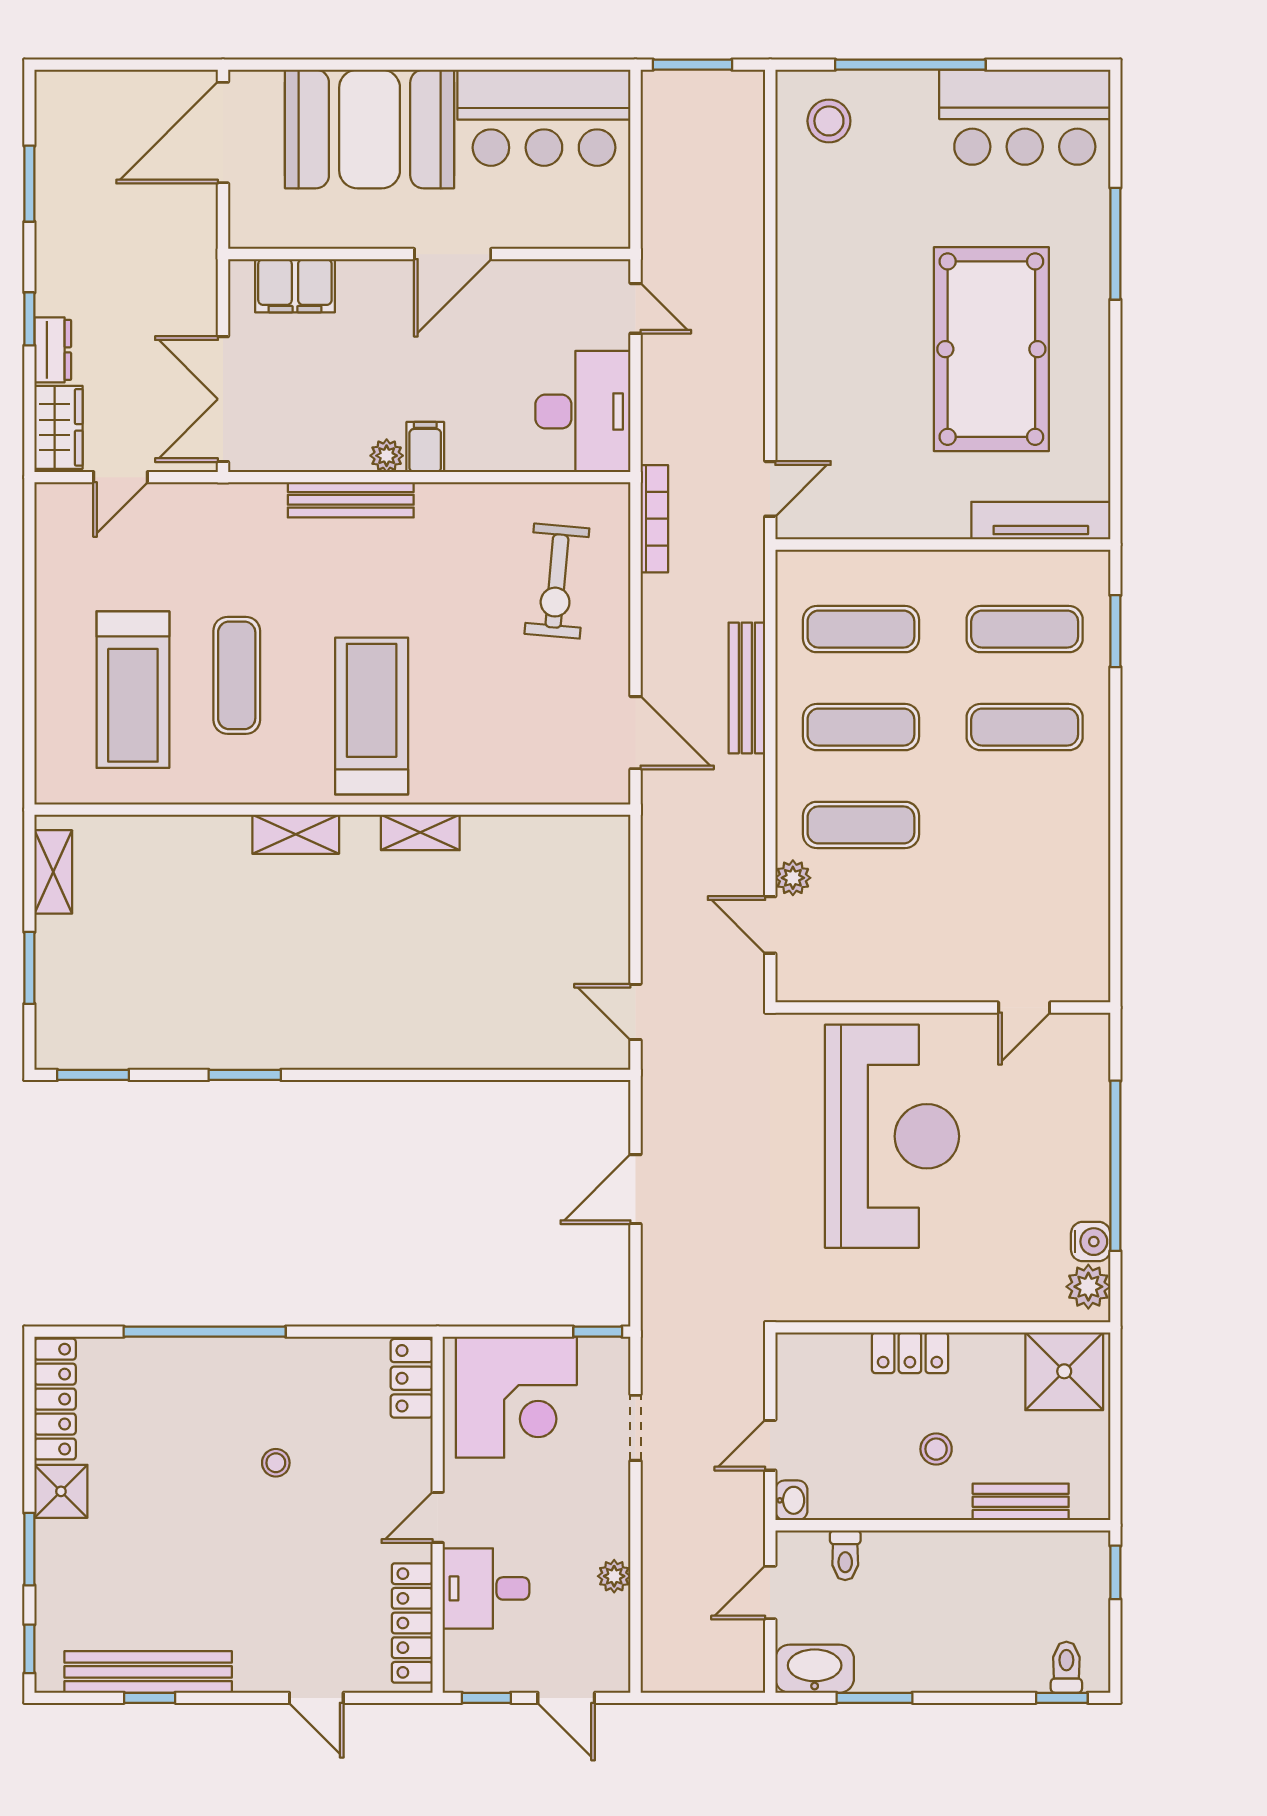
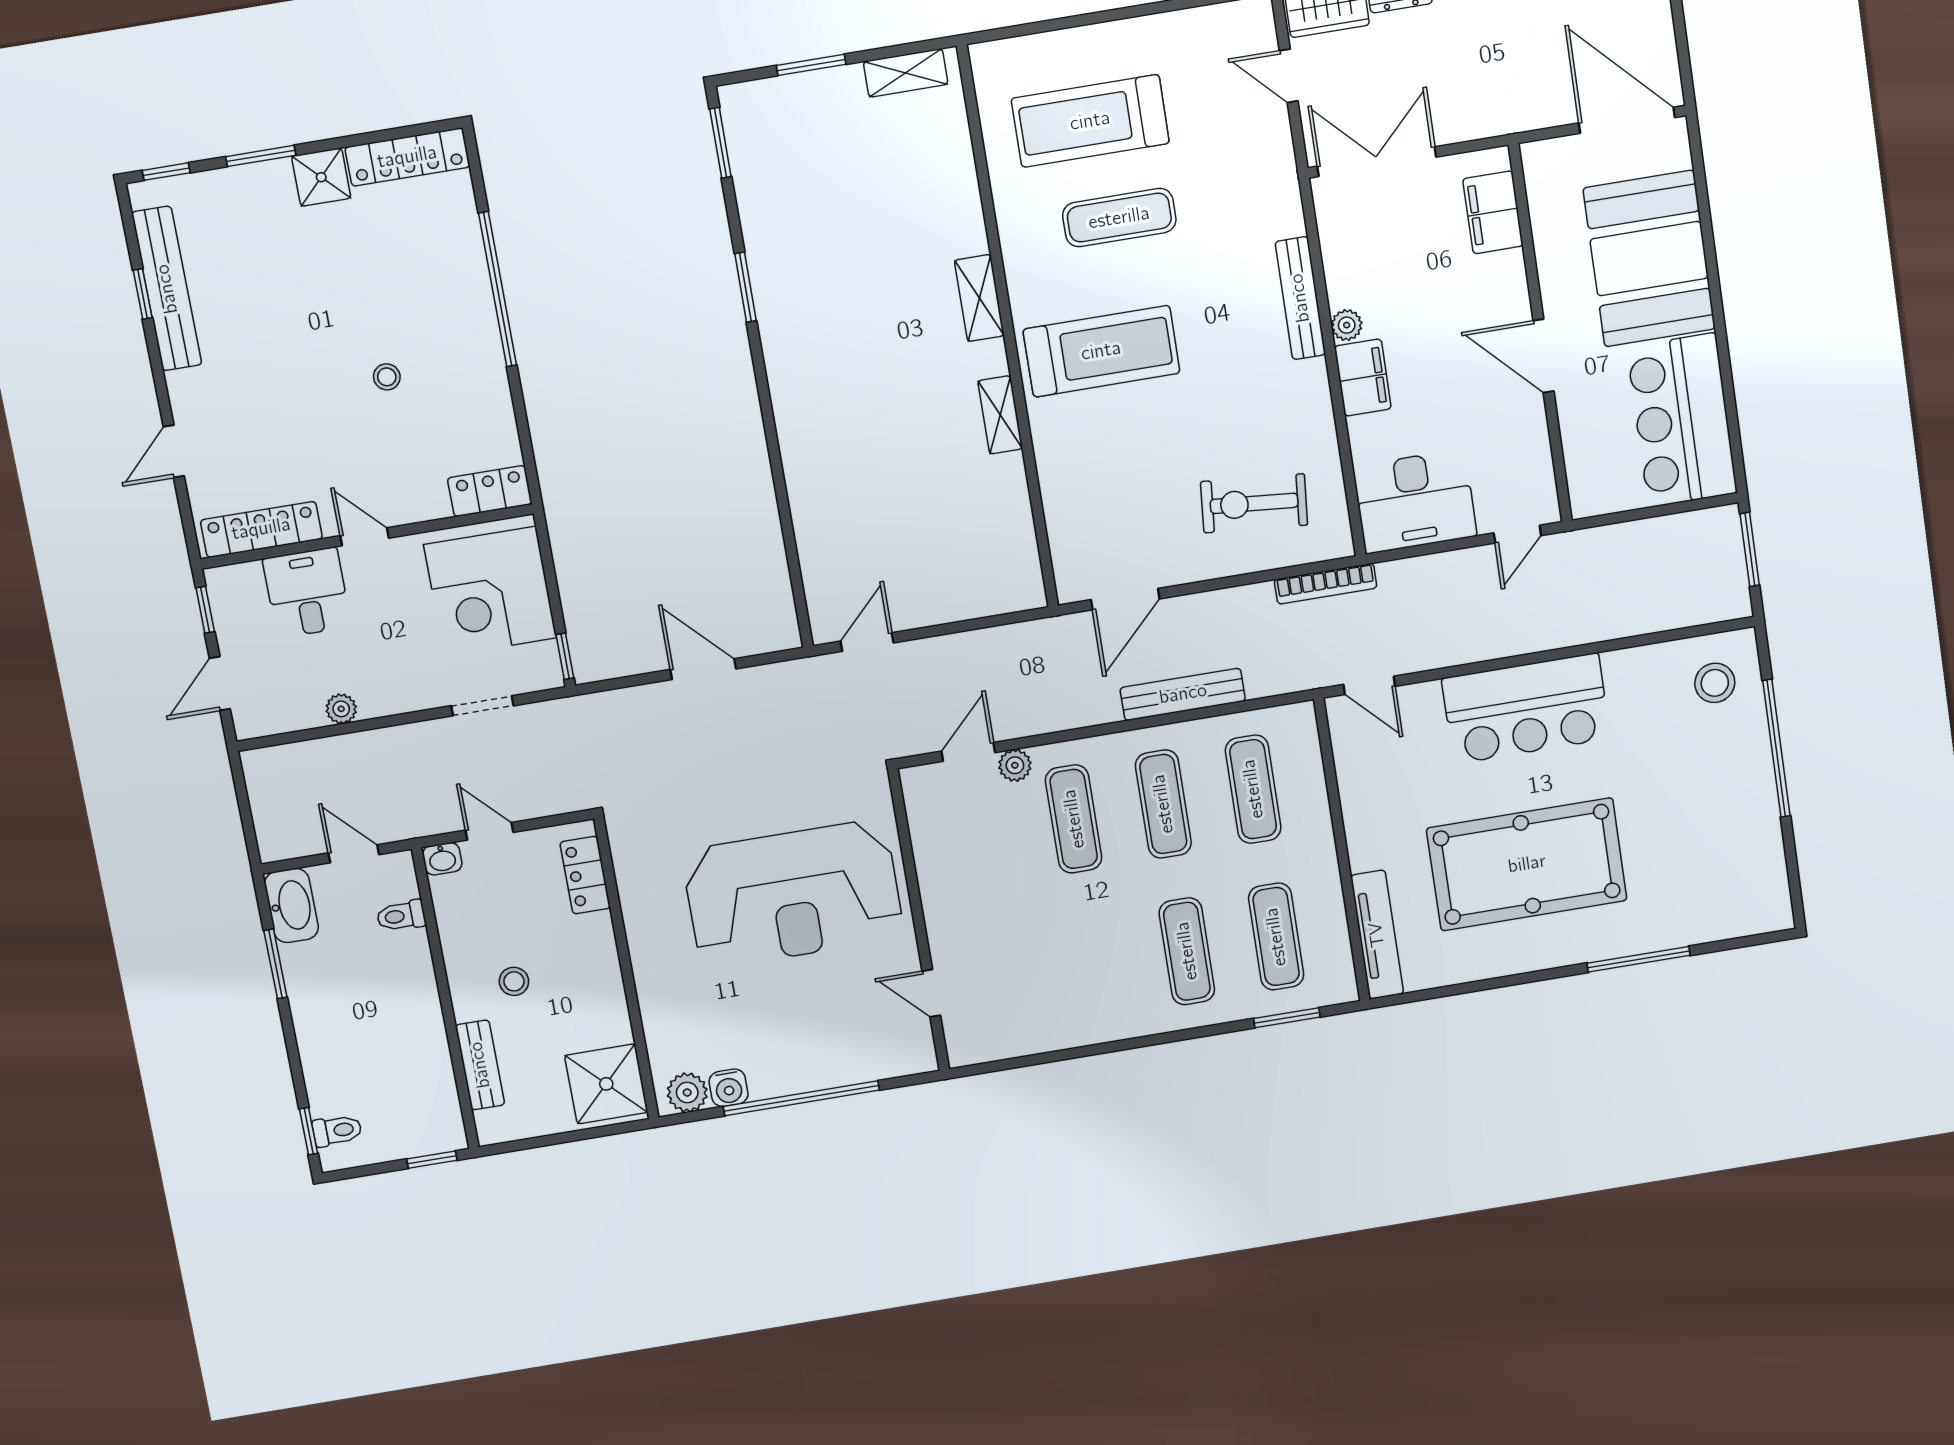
bar counter: (1025, 117) -> (1526, 708), moved, turned -90
filing cabinet: (425, 447) -> (1363, 378), width x2.00
locker: (910, 1353) -> (585, 875), moved

